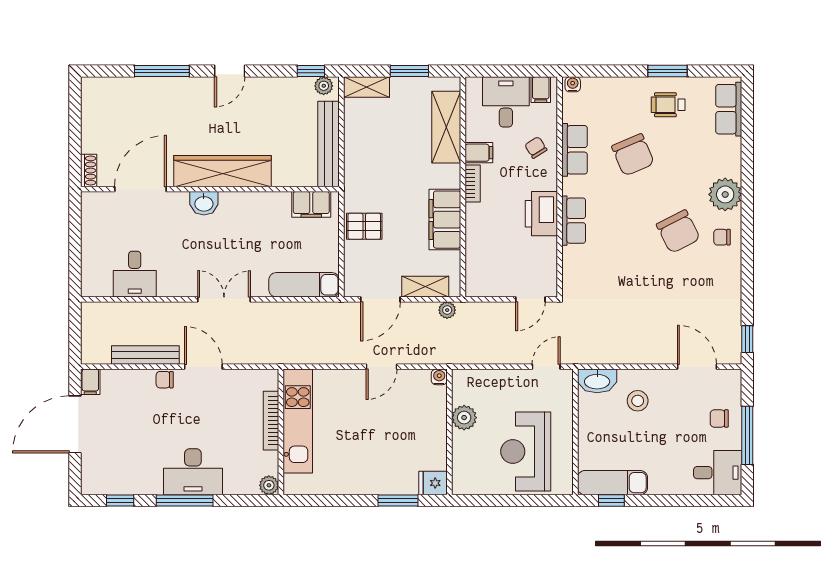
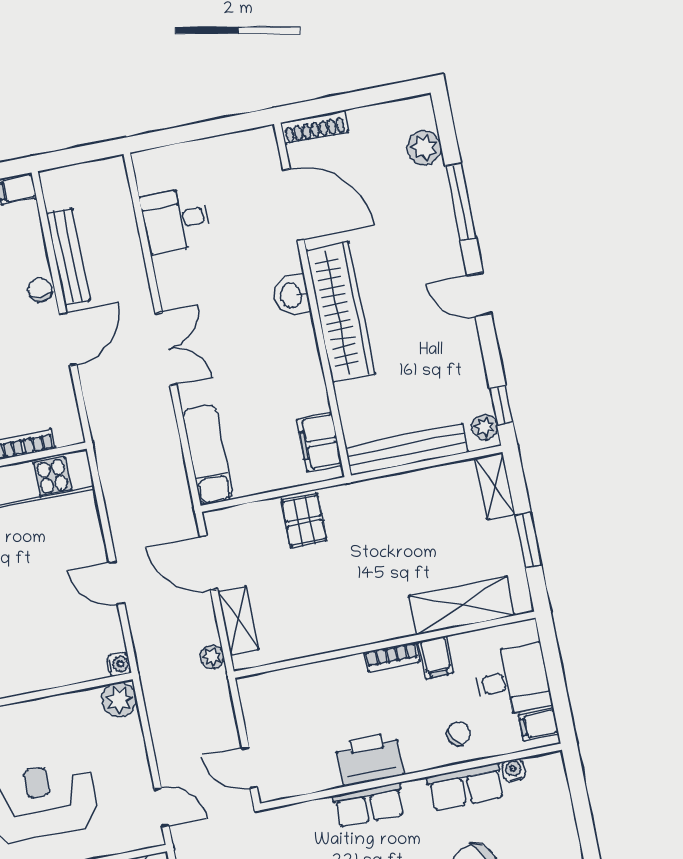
water cooler: (573, 84) -> (513, 770), moved, turned -90
plant: (119, 89) -> (424, 148), added
shoe rack: (89, 171) -> (314, 127), width x1.43
filing cabinet: (445, 220) -> (335, 629), removed
plant: (464, 418) -> (119, 699), moved

